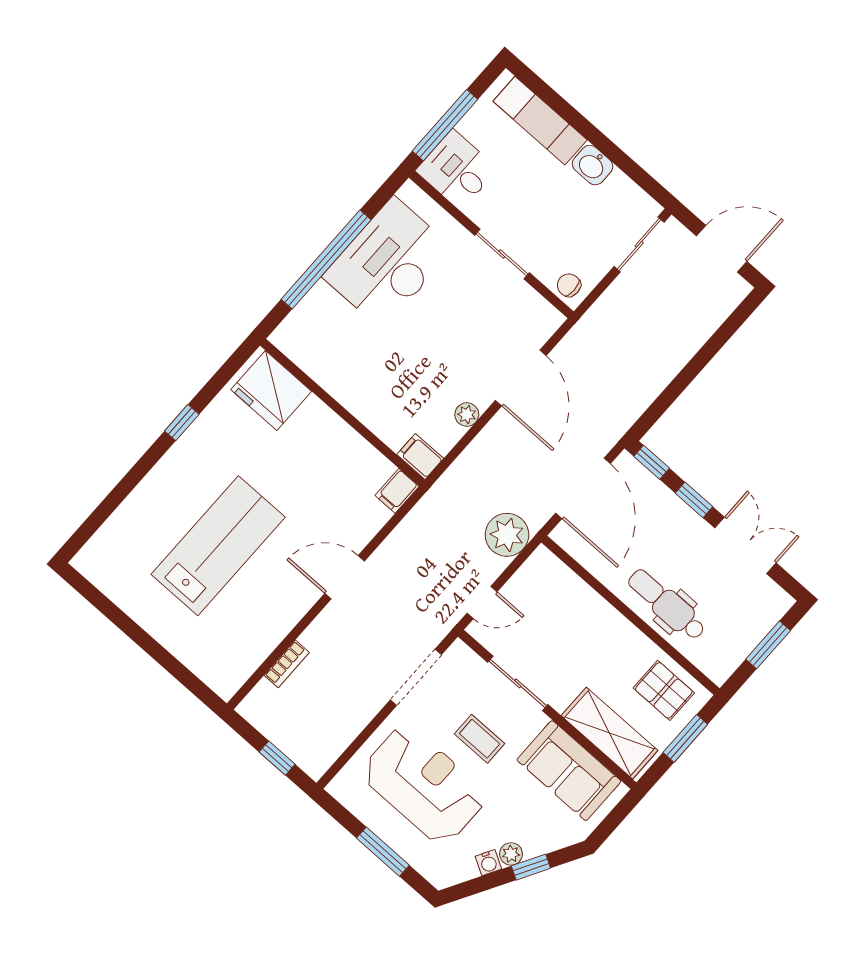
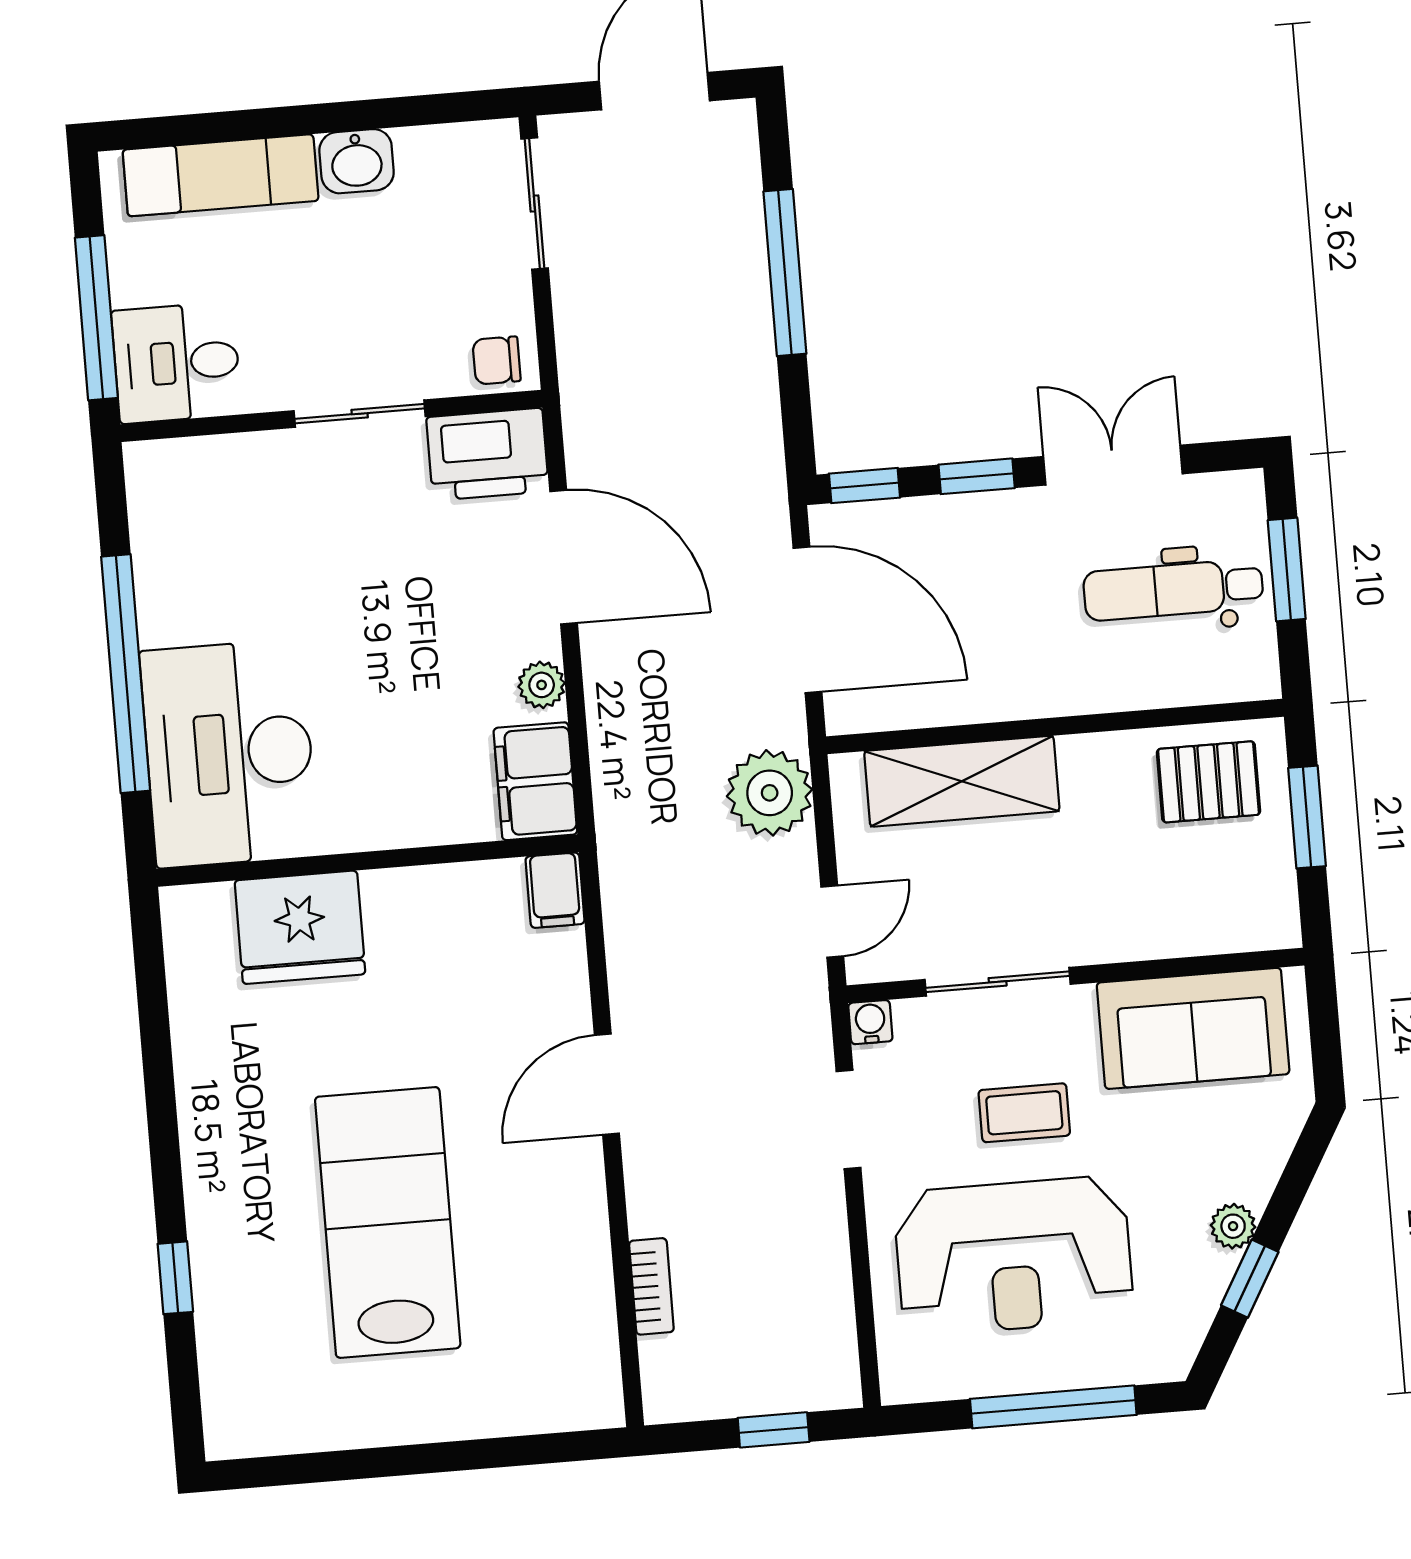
desk: (388, 263) -> (229, 753), moved
printer: (532, 315) -> (488, 454), added
window: (701, 359) -> (785, 273), added
fridge: (271, 390) -> (300, 927), moved
window: (182, 423) -> (175, 1278), moved
filing cabinet: (420, 456) -> (535, 781), width x2.00
dental chair: (667, 605) -> (1173, 590), moved
doorway: (416, 677) -> (849, 1119), width x0.73
shelving: (609, 733) -> (962, 781), moved
reception desk: (424, 785) -> (1014, 1256), turned 180
window: (383, 852) -> (1053, 1407), width x1.44
water cooler: (488, 863) -> (870, 1022), moved, turned -120
window: (531, 867) -> (1250, 1279), moved

